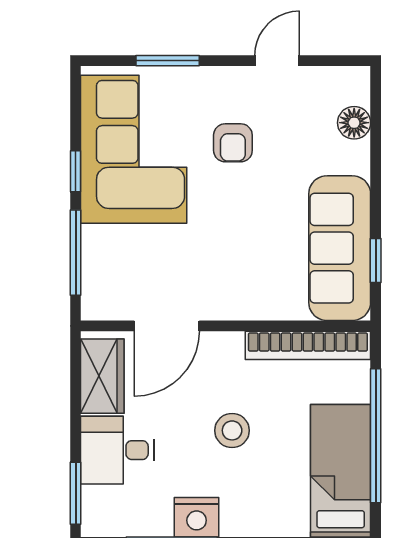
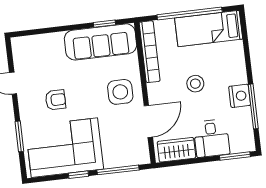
floor lamp: (354, 123) -> (39, 42), removed
side table: (233, 276) -> (120, 92), added
door: (167, 326) -> (148, 121), hinge flipped

